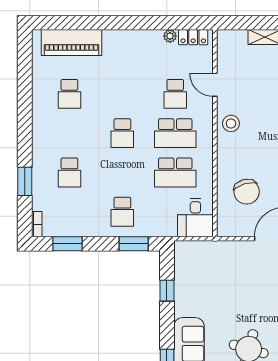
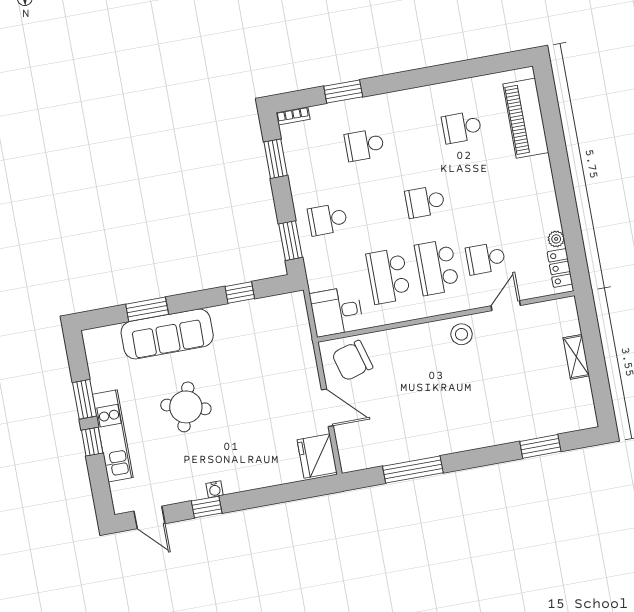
chair: (247, 192) -> (352, 361), moved

